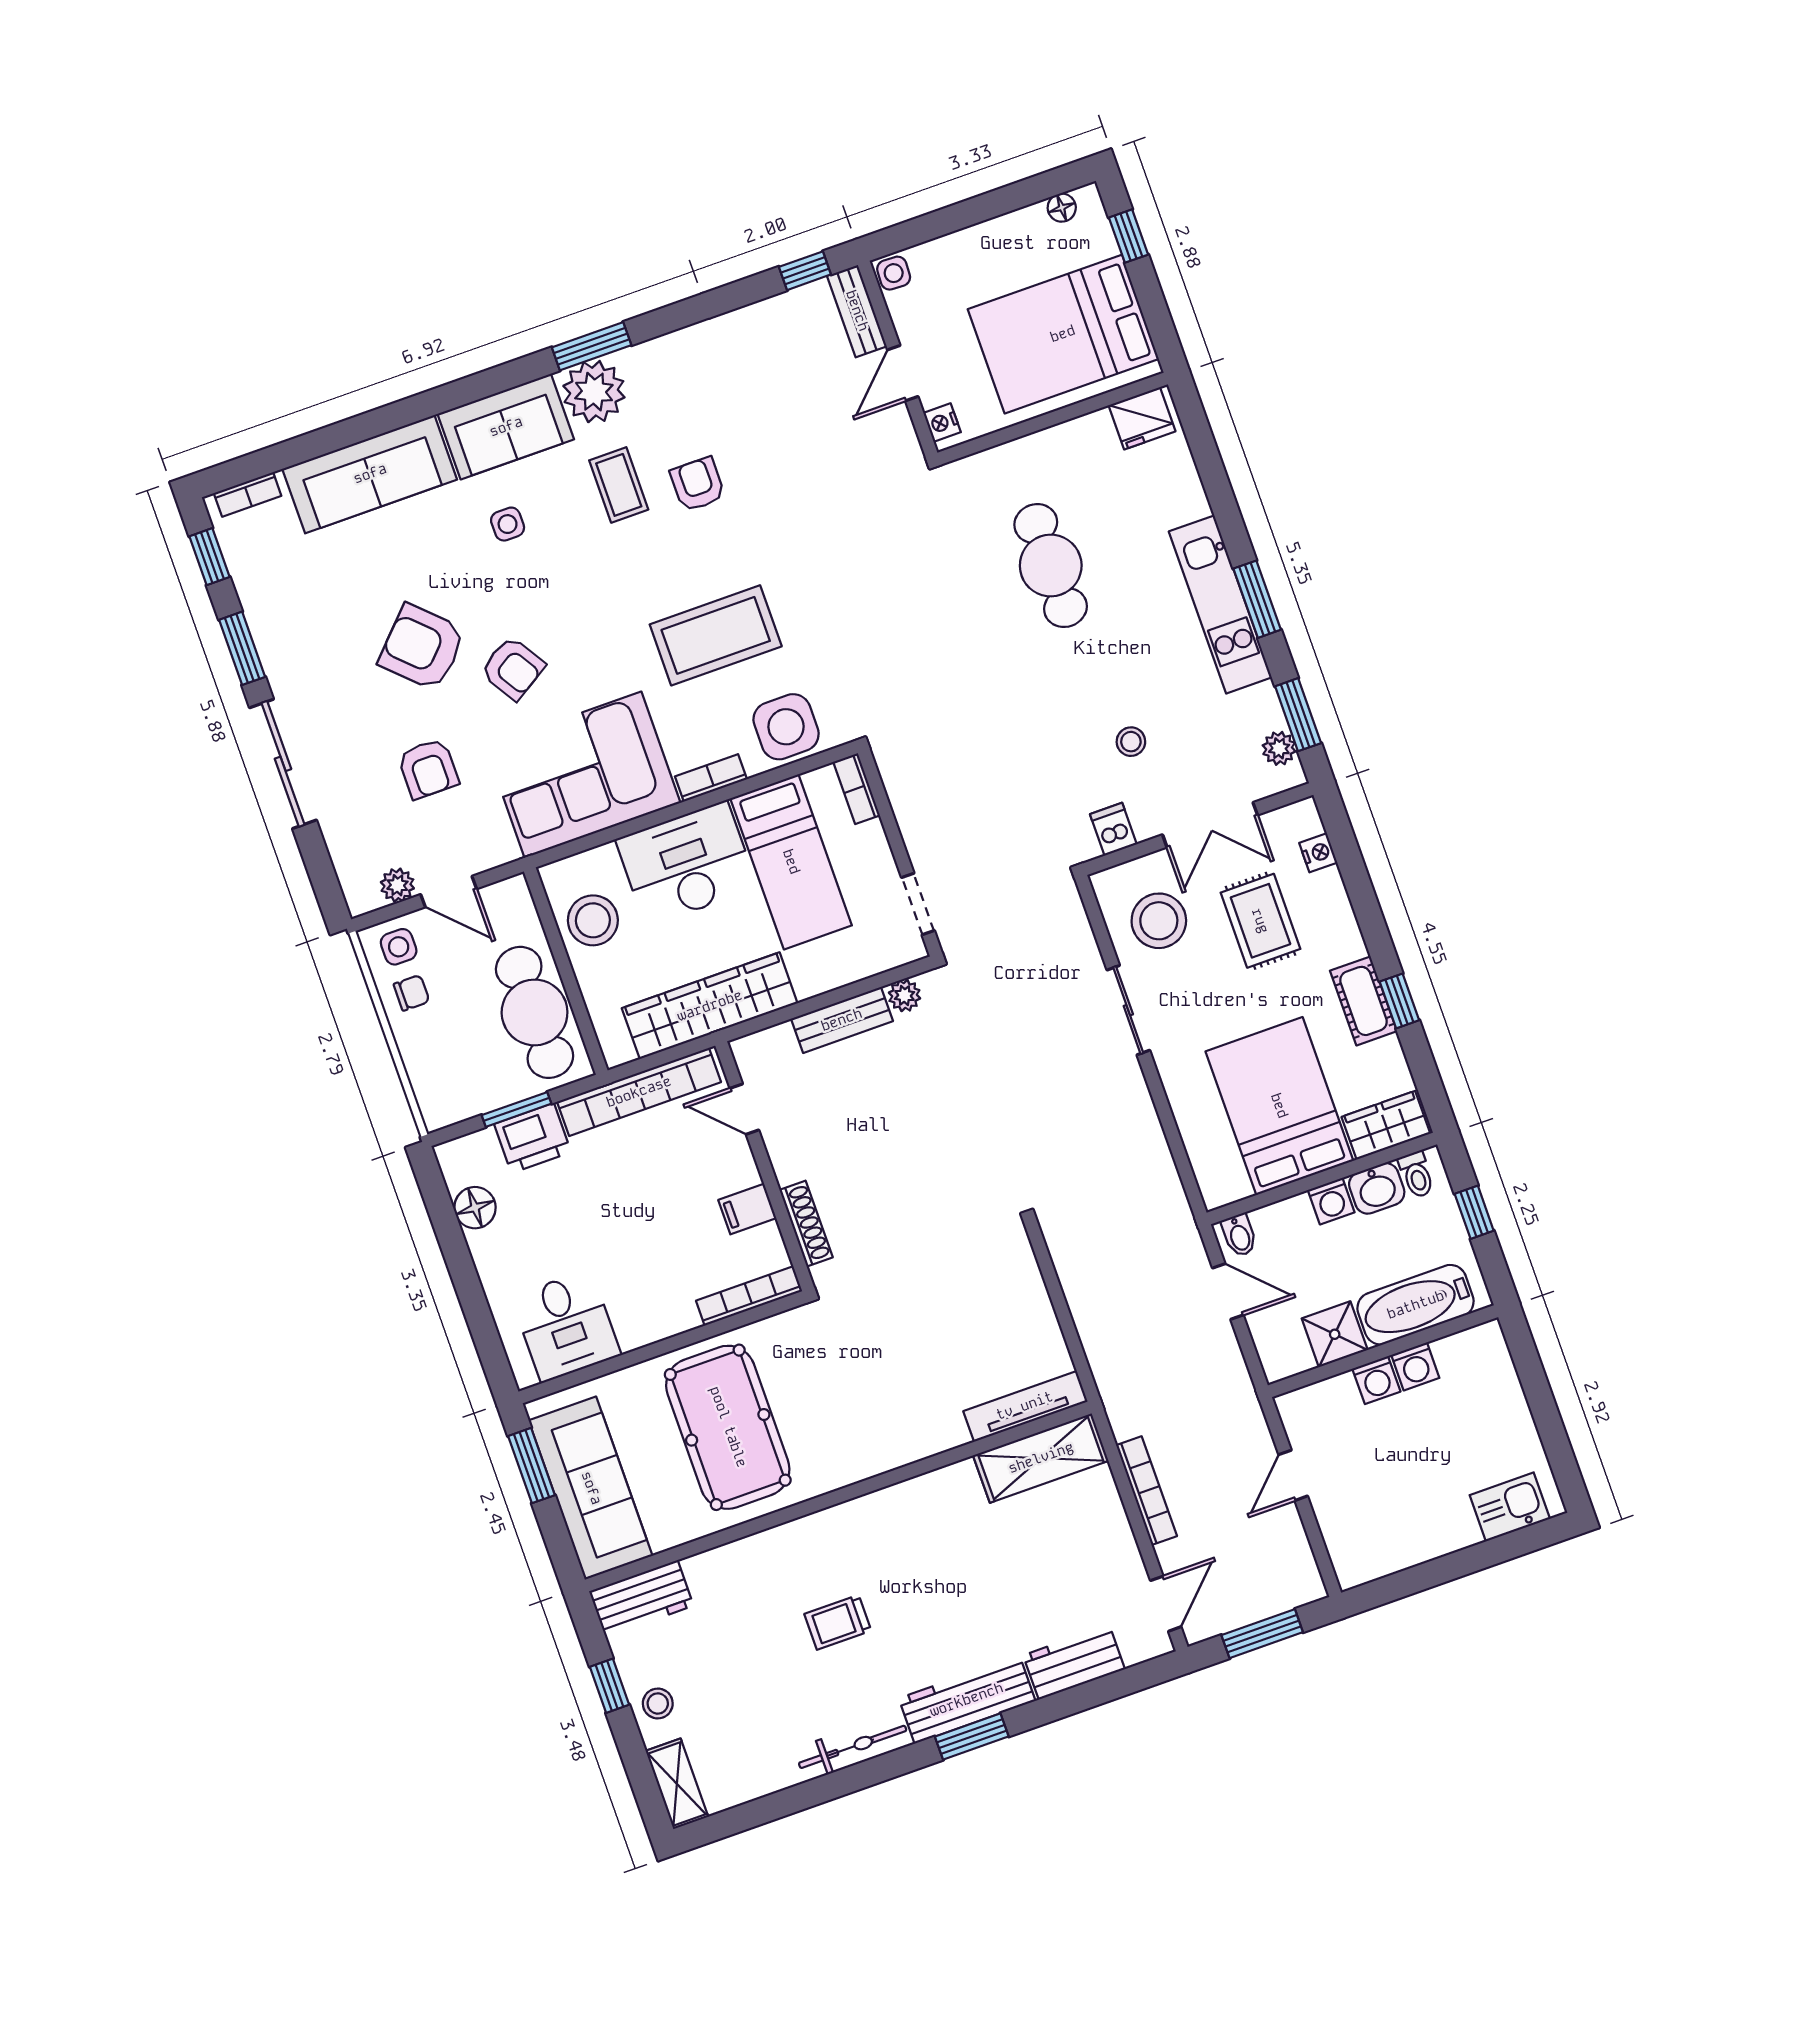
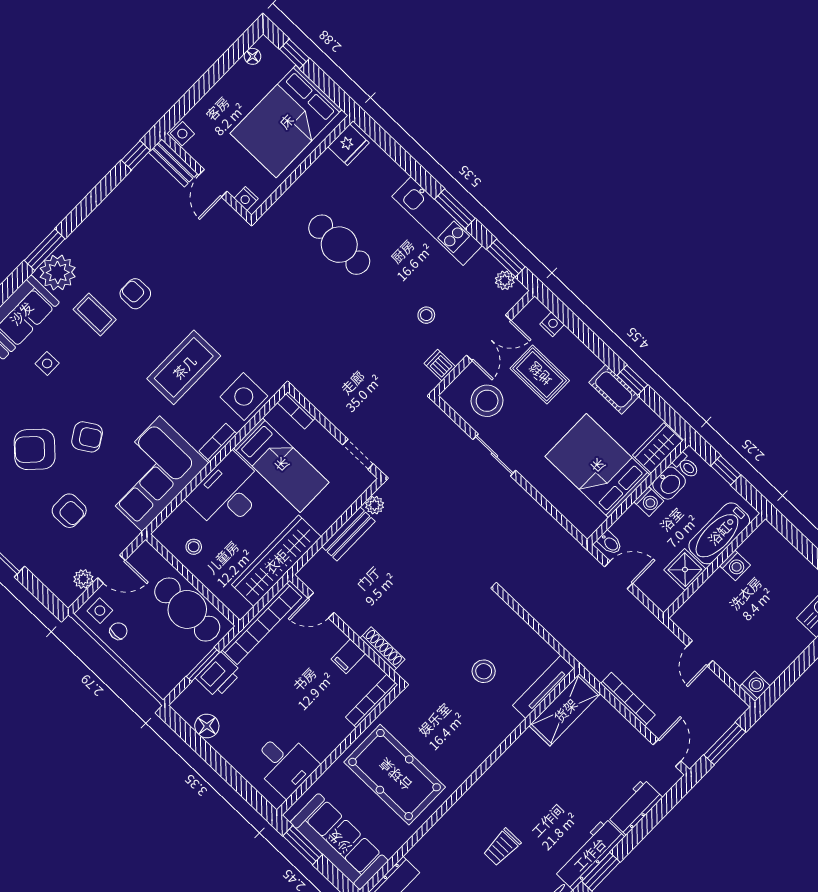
stool: (593, 920) -> (194, 547), width x0.53, depth x0.53
stool: (945, 1336) -> (484, 671), added
washing machine: (1376, 1380) -> (755, 686), moved, turned -90

